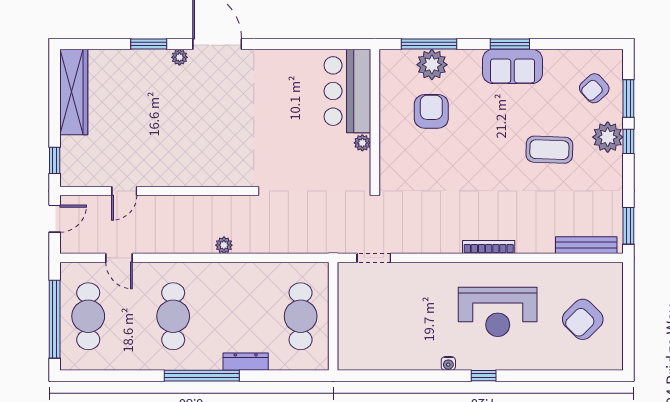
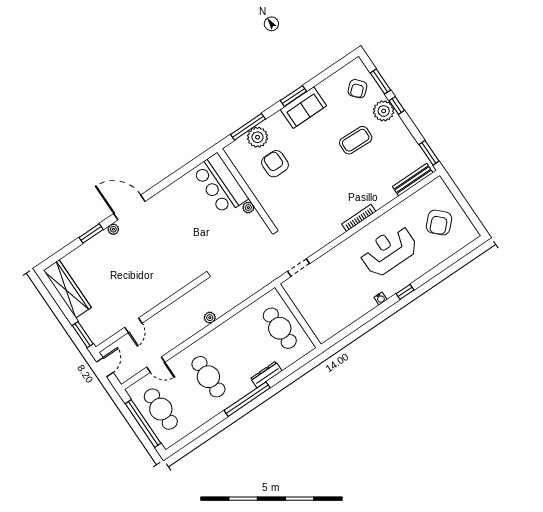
window: (55, 160) -> (83, 335), width x1.50
reception desk: (498, 312) -> (389, 251), turned 180

